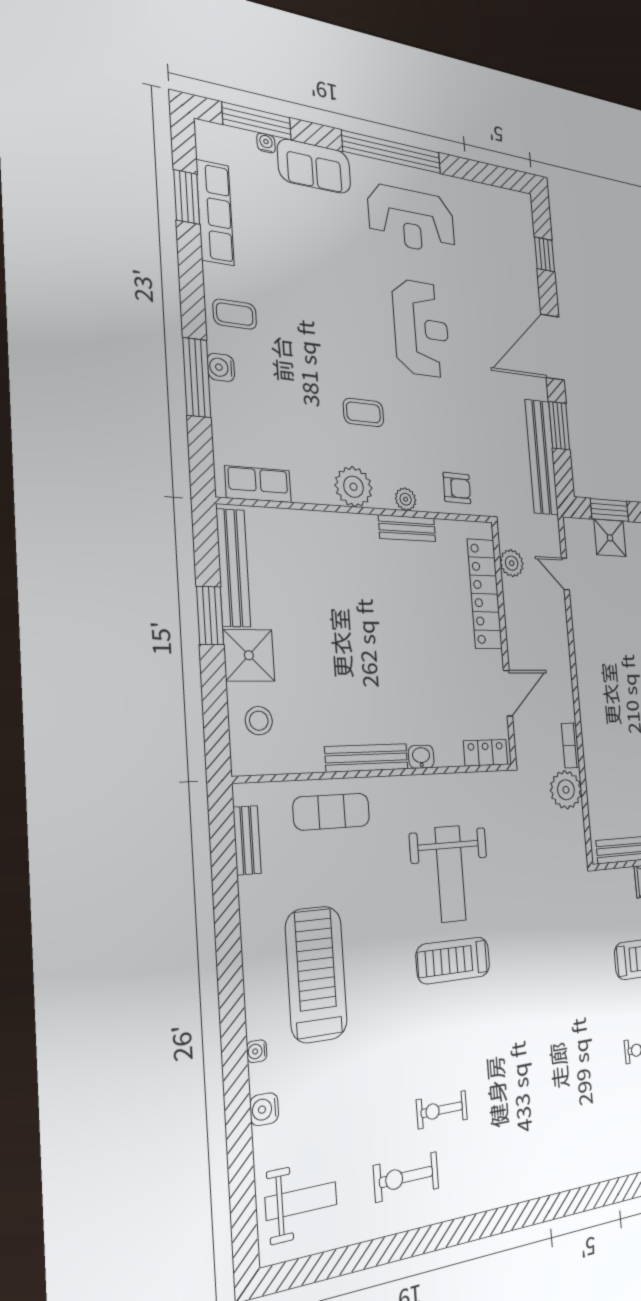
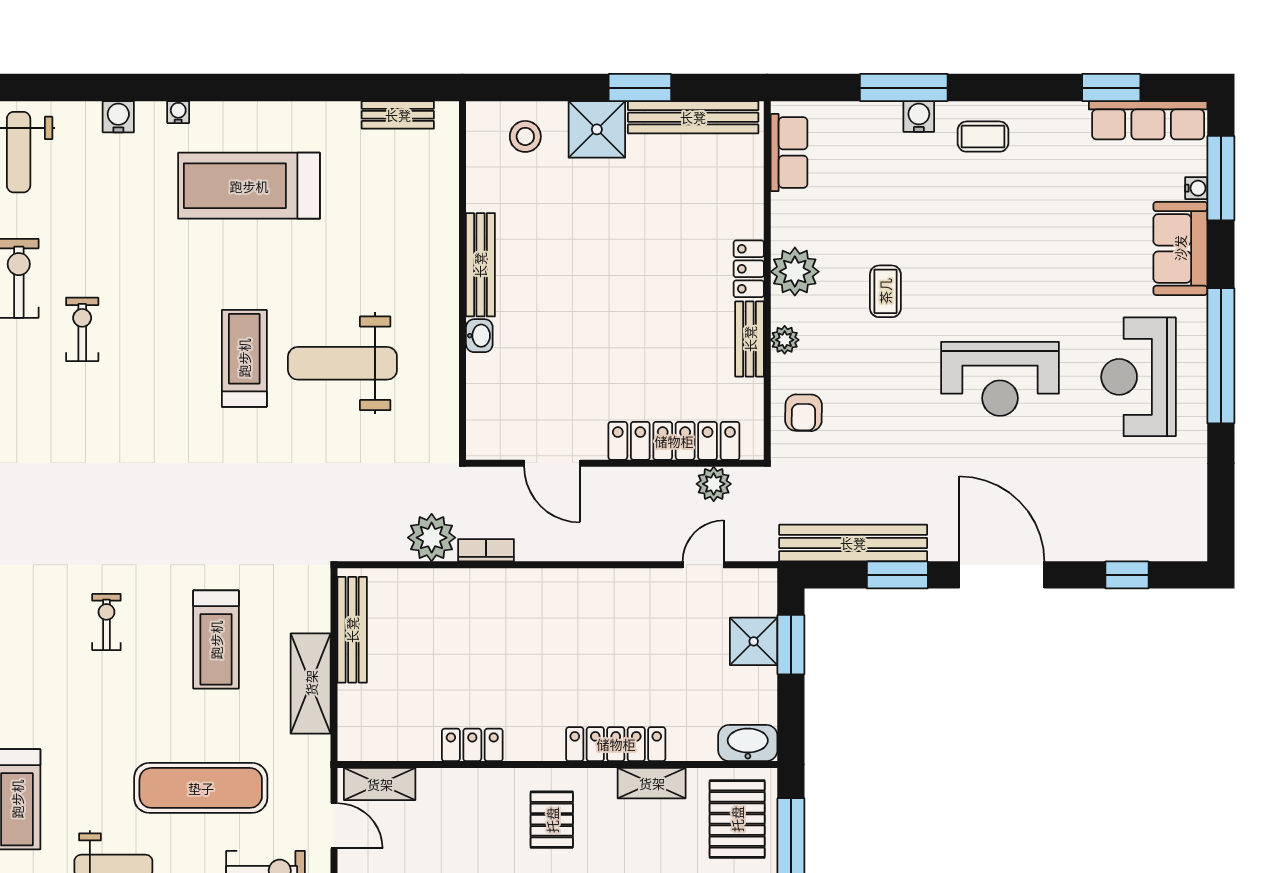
row of seats: (215, 213) -> (1148, 120), moved
coffee table: (235, 314) -> (983, 137), turned 90
locker: (486, 753) -> (749, 269), moved, turned 180
exercise mat: (331, 812) -> (423, 216), removed
treadmill: (316, 974) -> (249, 186), turned 180

